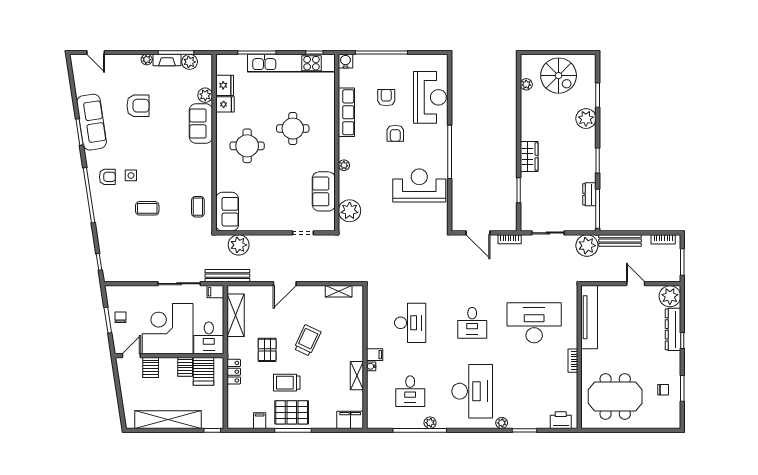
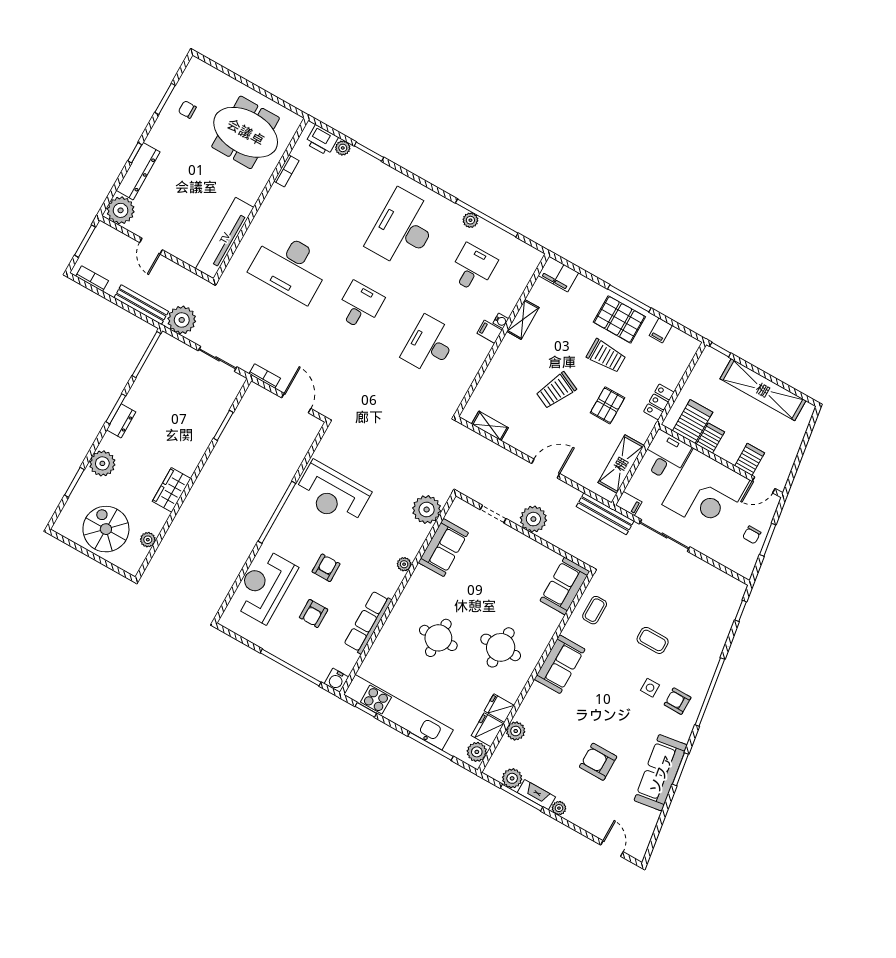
plant: (223, 66) -> (477, 752), added
sofa: (201, 123) -> (560, 664), moved
wardrobe: (529, 156) -> (172, 490), moved
dresser: (589, 194) -> (121, 421), moved
plant: (239, 245) -> (533, 519), moved
bookcase: (573, 361) -> (286, 171), moved
plant: (502, 423) -> (343, 148), moved

